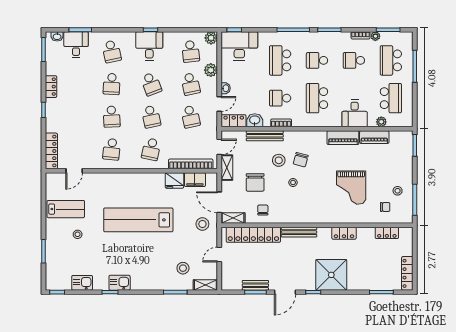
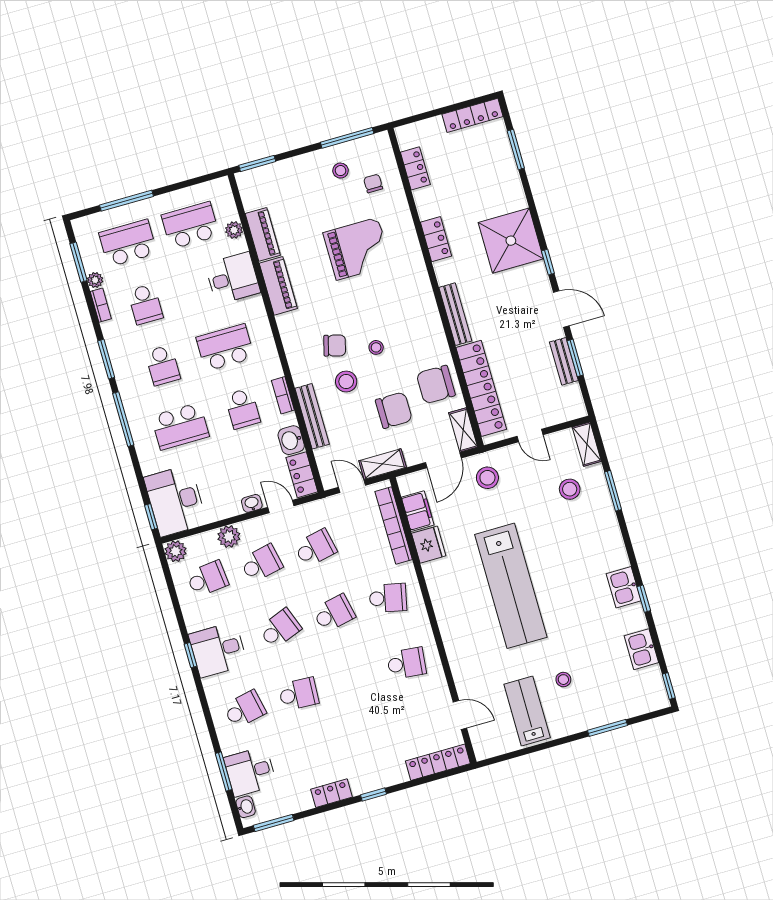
school desk: (391, 60) -> (128, 243), turned 180
school desk: (317, 98) -> (225, 347), turned 180
school desk: (112, 117) -> (353, 679), removed
chair: (263, 210) -> (436, 384), width x1.87, depth x1.87

